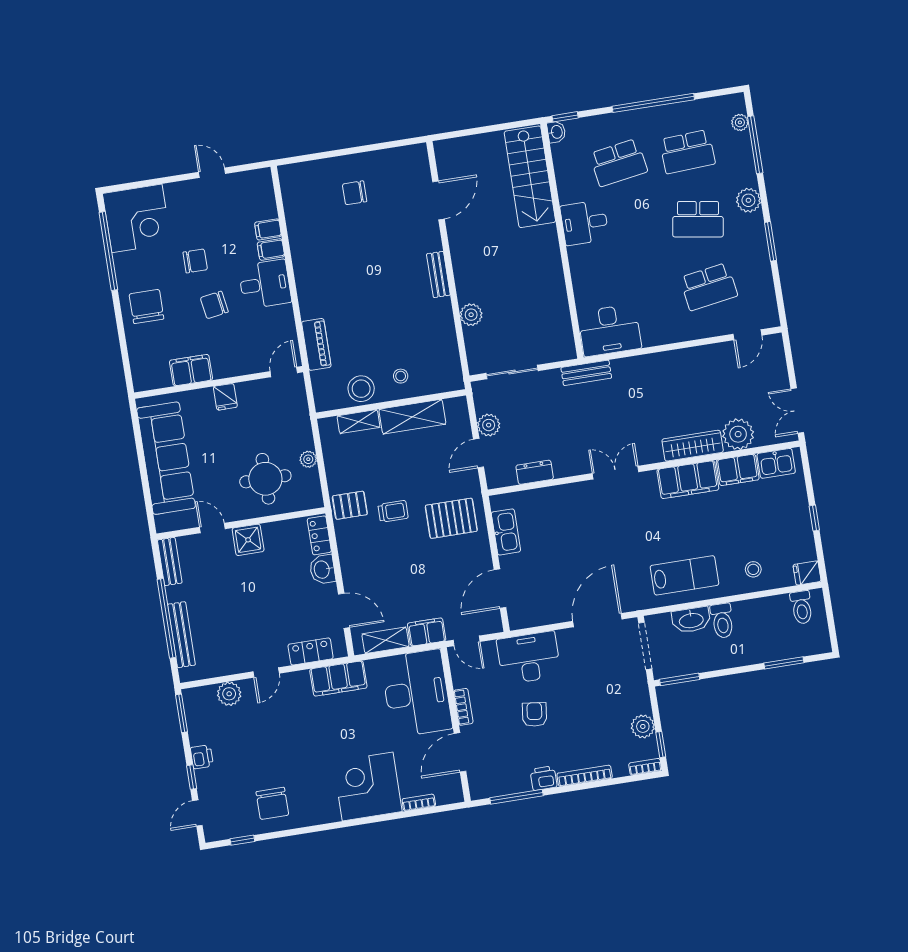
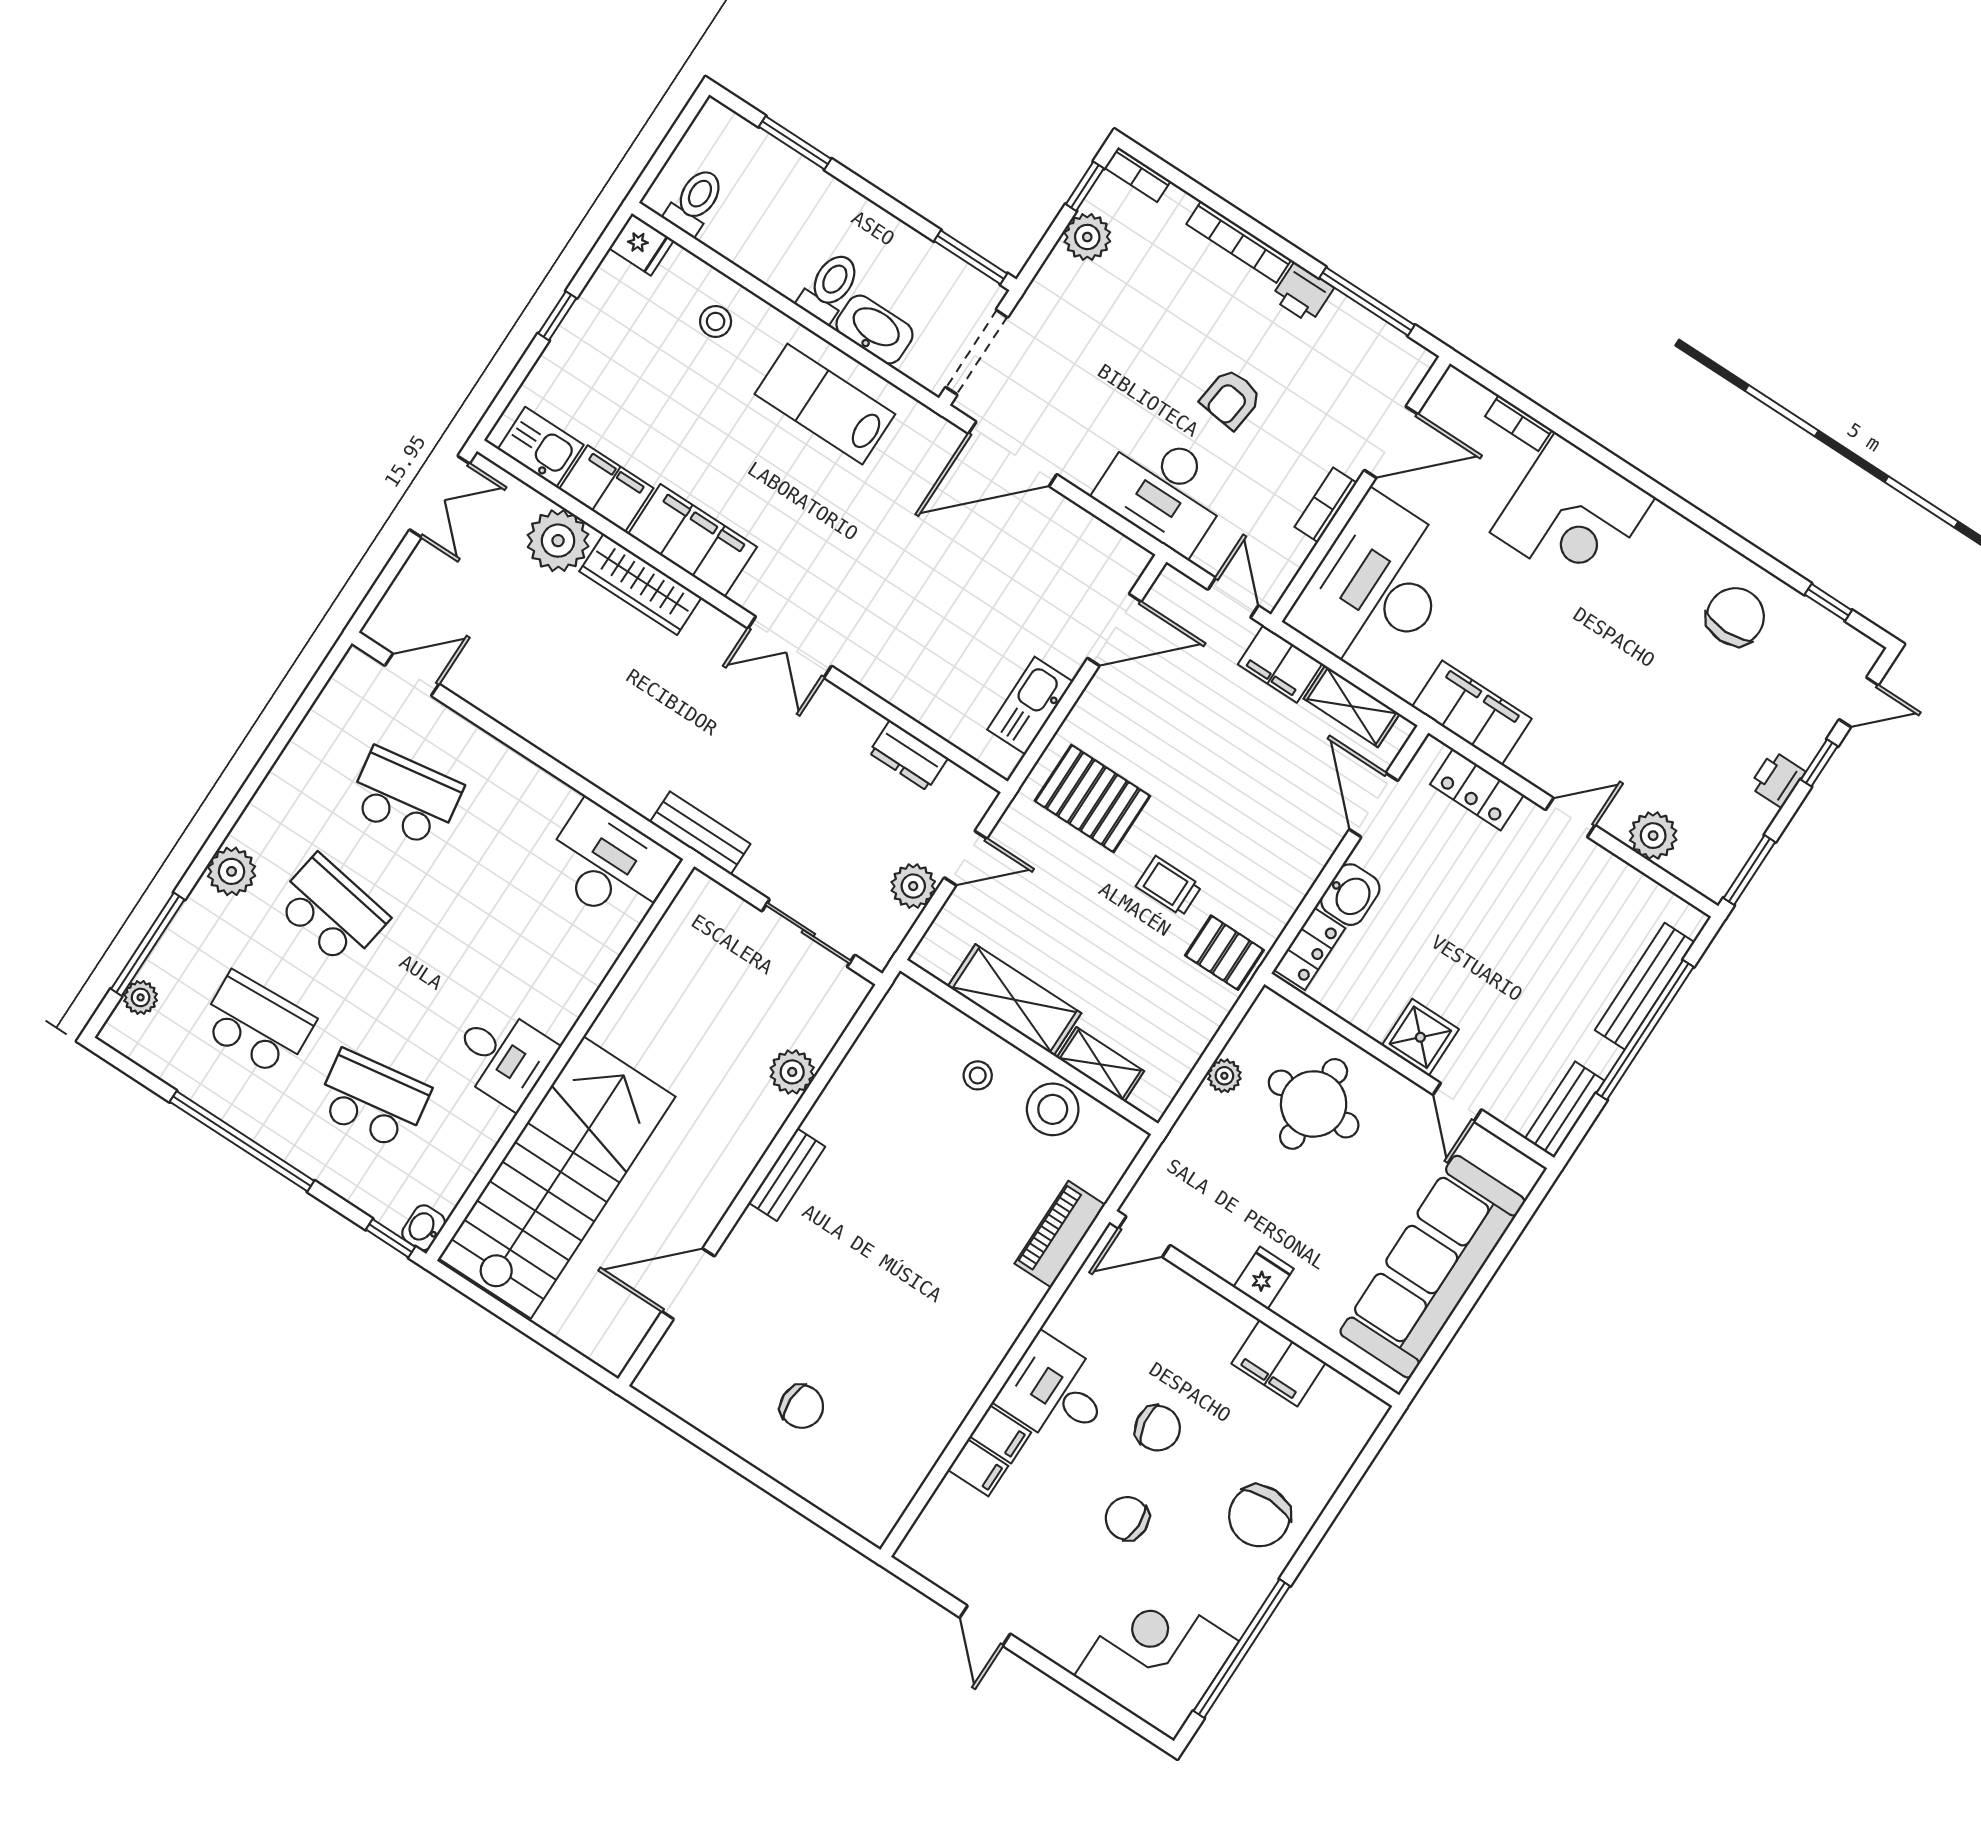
stairs: (530, 177) -> (557, 1177), width x1.36, depth x1.51
window: (770, 241) -> (254, 781), removed

